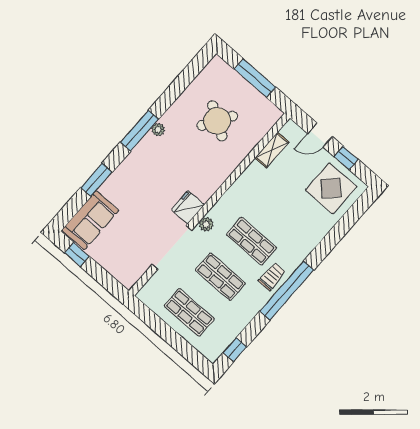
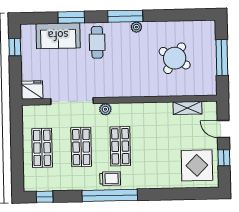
cafe table: (140, 177) -> (97, 42), added
fridge: (188, 207) -> (32, 90), moved
sofa: (90, 220) -> (58, 36), moved

